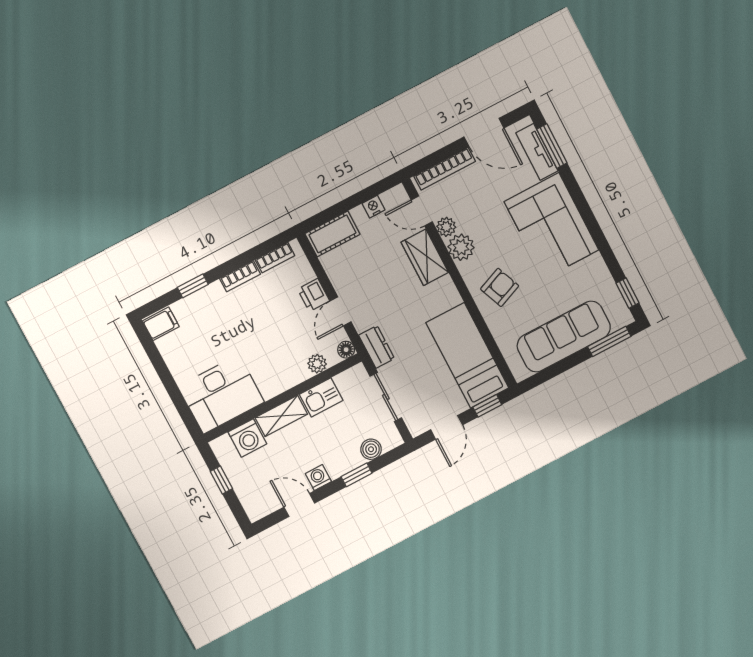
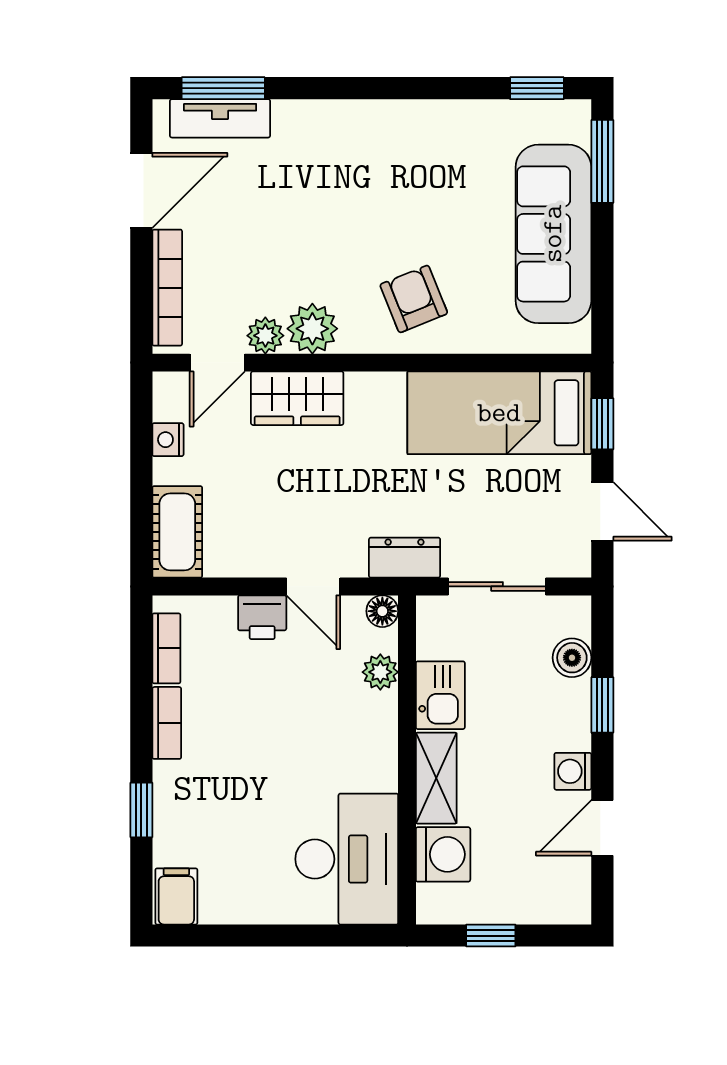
corner sofa: (551, 226) -> (356, 158), removed

